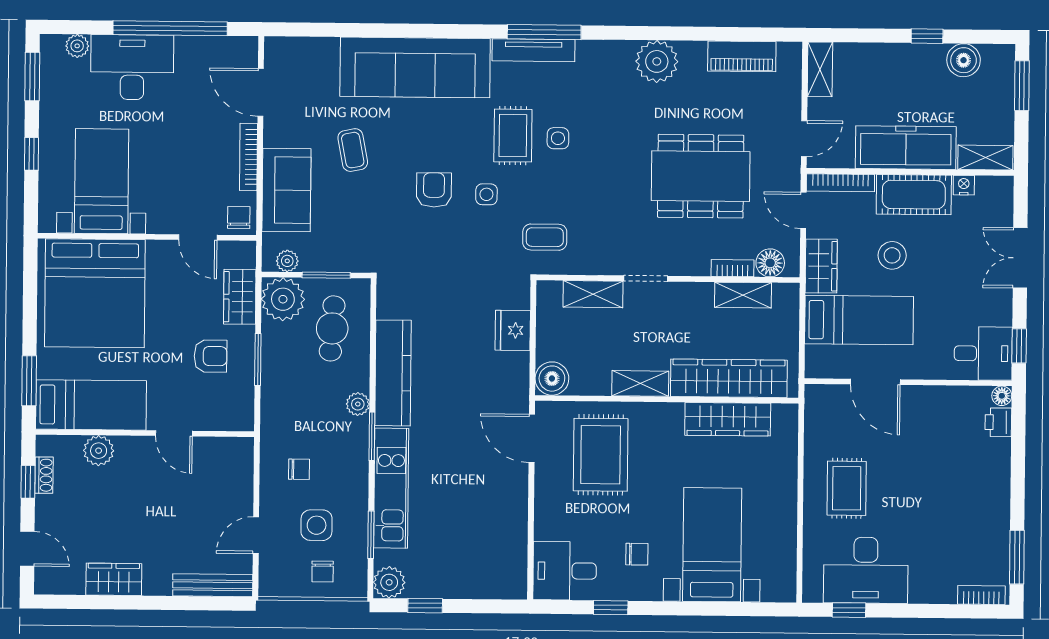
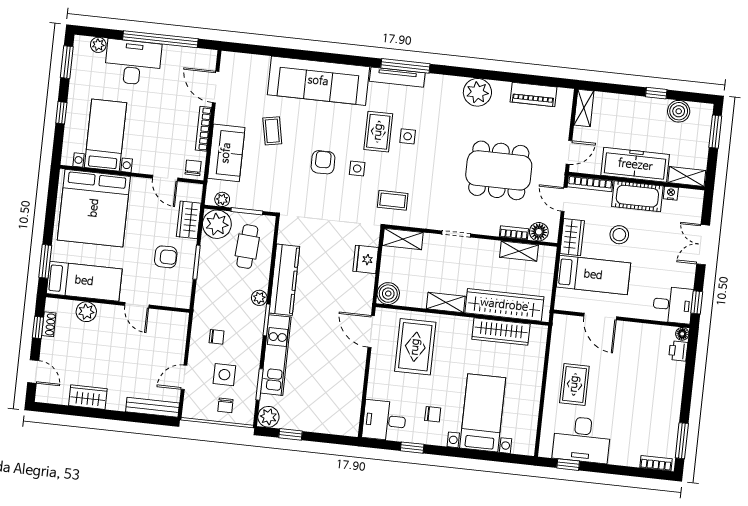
shelving: (593, 294) -> (403, 239), moved

